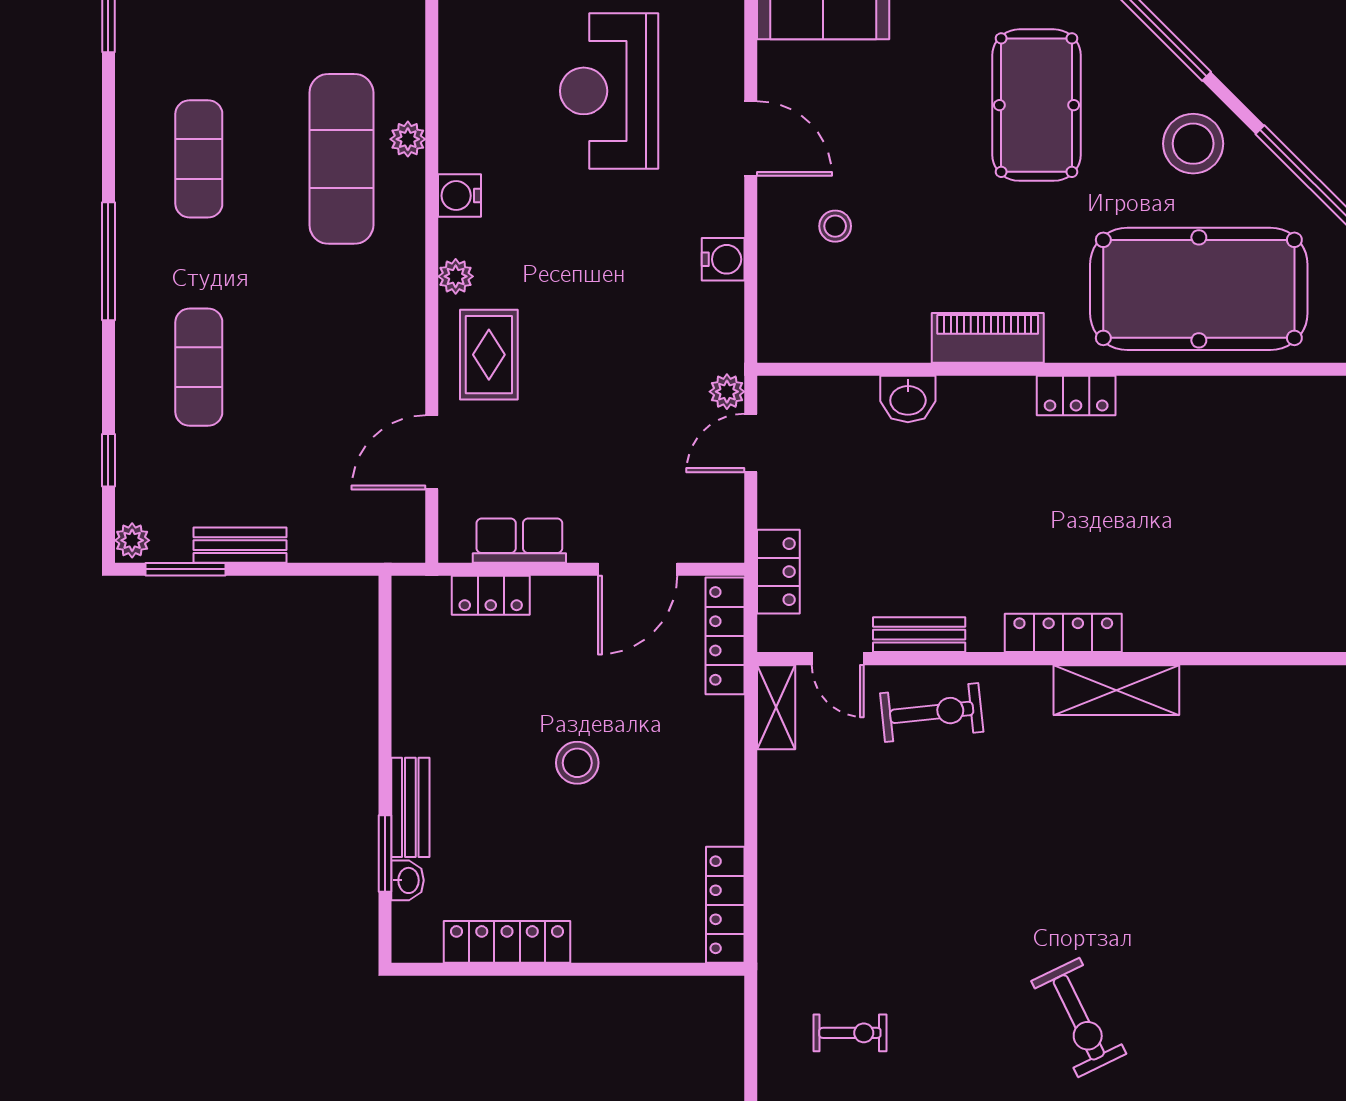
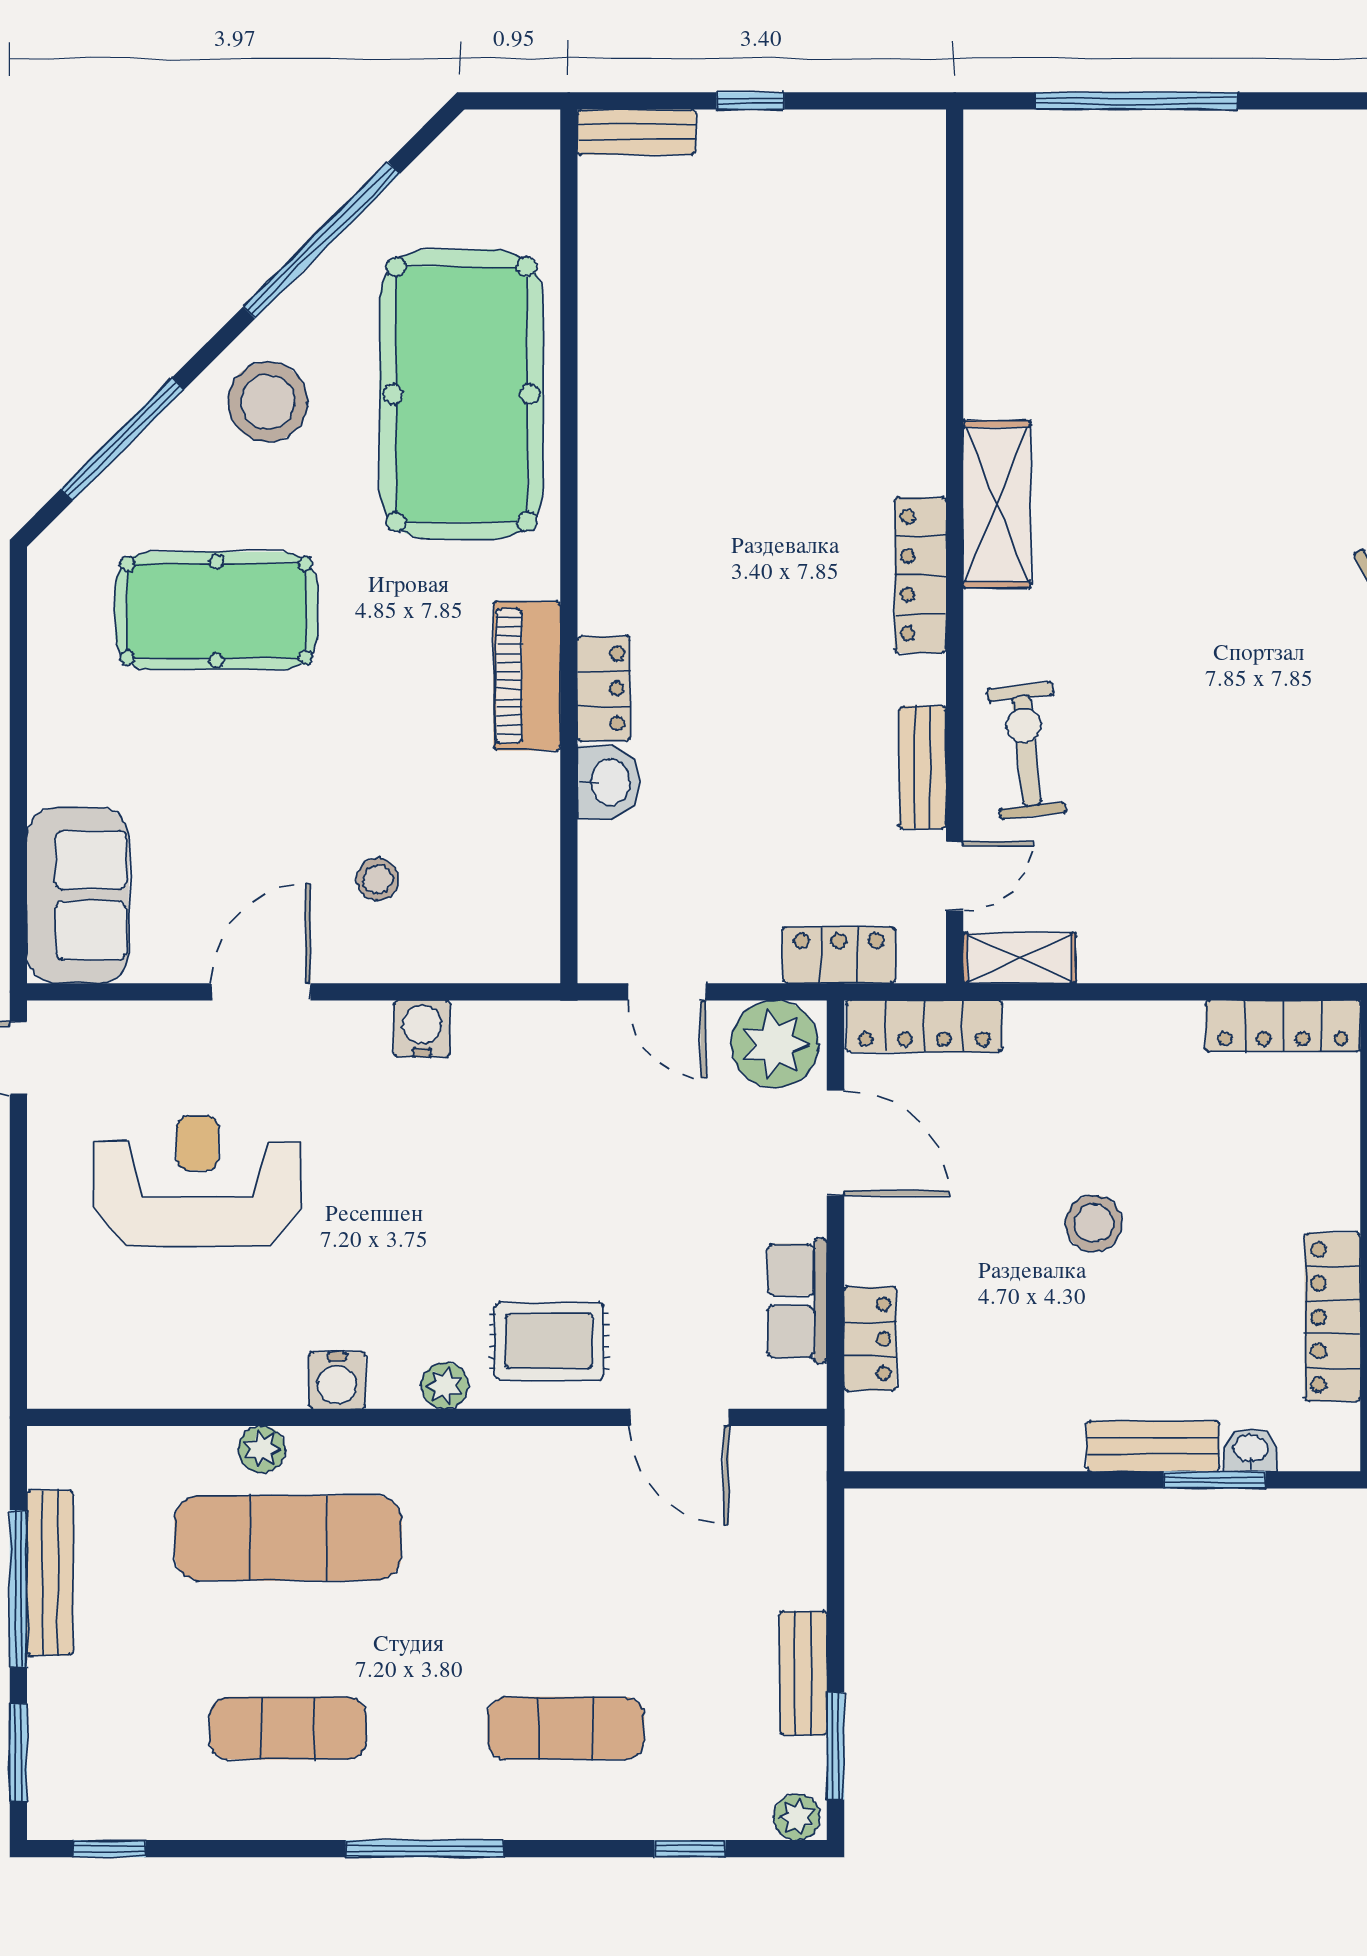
reception desk: (609, 91) -> (197, 1181), turned 180
plant: (727, 392) -> (775, 1044), moved, width x1.87, depth x1.87
locker: (1076, 396) -> (604, 689), moved

